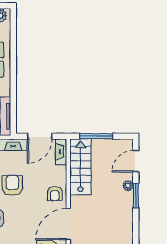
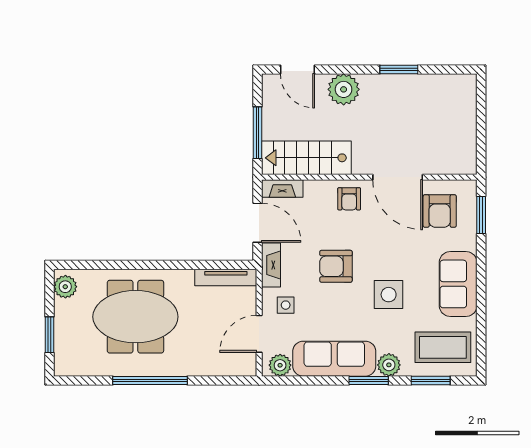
plant: (128, 186) -> (344, 89), width x1.88, depth x1.88
armchair: (55, 194) -> (349, 199), turned 90
window: (136, 196) -> (399, 69), moved

